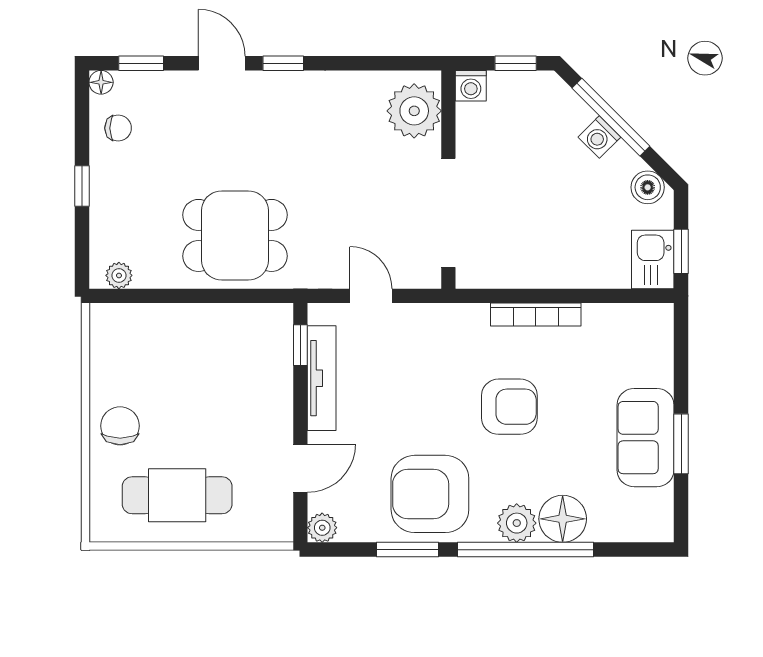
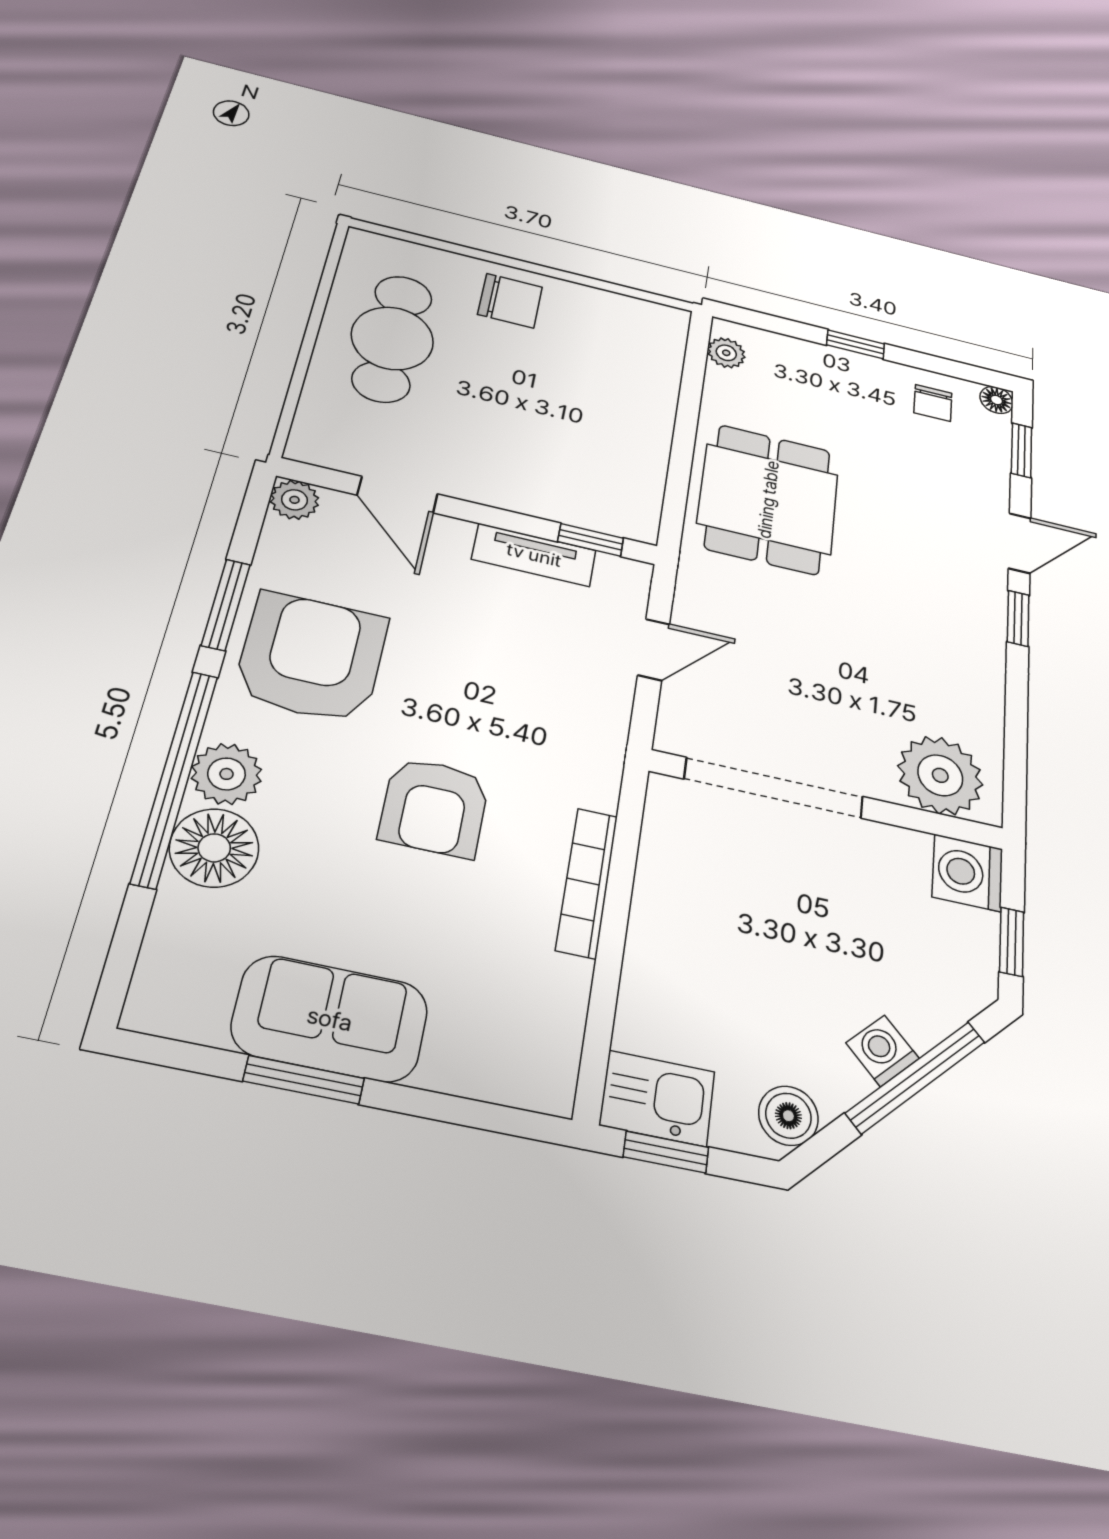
washing machine: (471, 86) -> (968, 873), width x1.38, depth x1.38
tv unit: (322, 378) -> (534, 555), width x0.71

